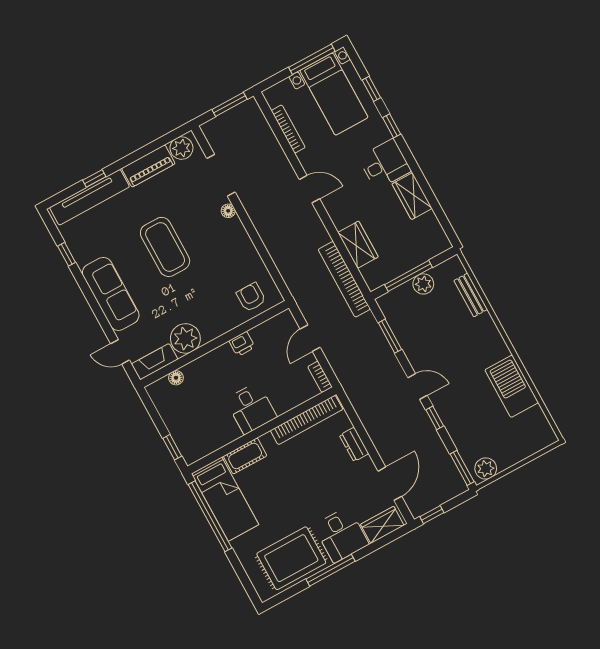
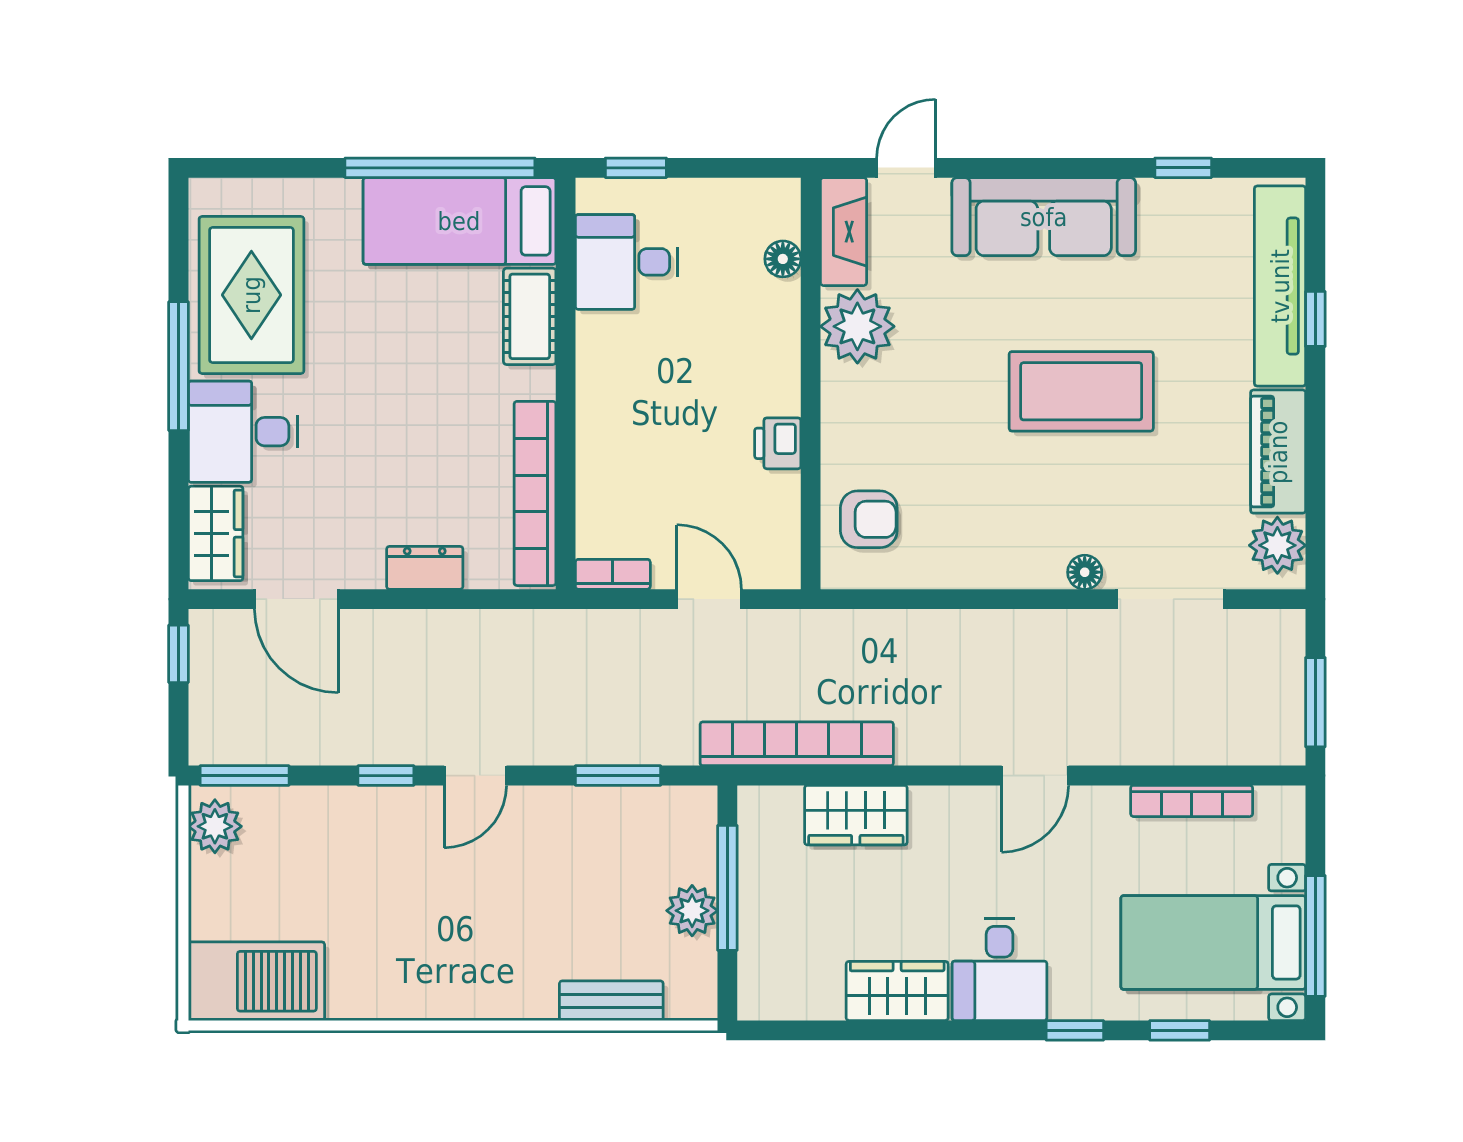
barbecue: (512, 386) -> (256, 981), moved
desk: (251, 408) -> (627, 262), moved

